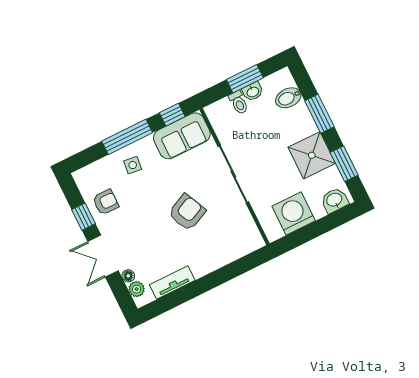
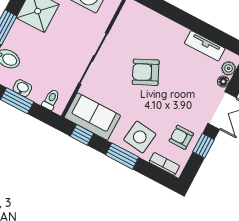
toilet: (239, 103) -> (51, 100), moved
window: (127, 137) -> (122, 156), width x0.69
side table: (133, 165) -> (140, 137), width x1.87, depth x1.87
bookcase: (93, 170) -> (164, 164), added

